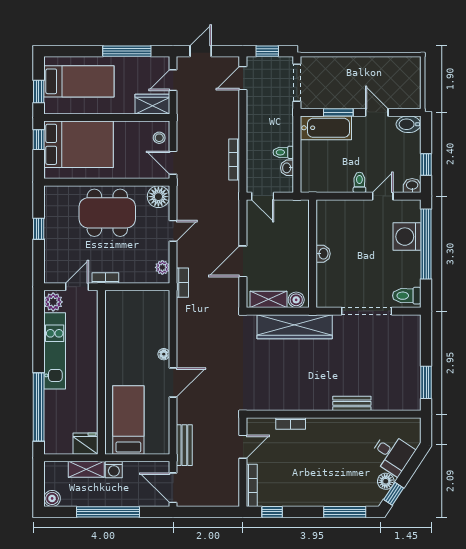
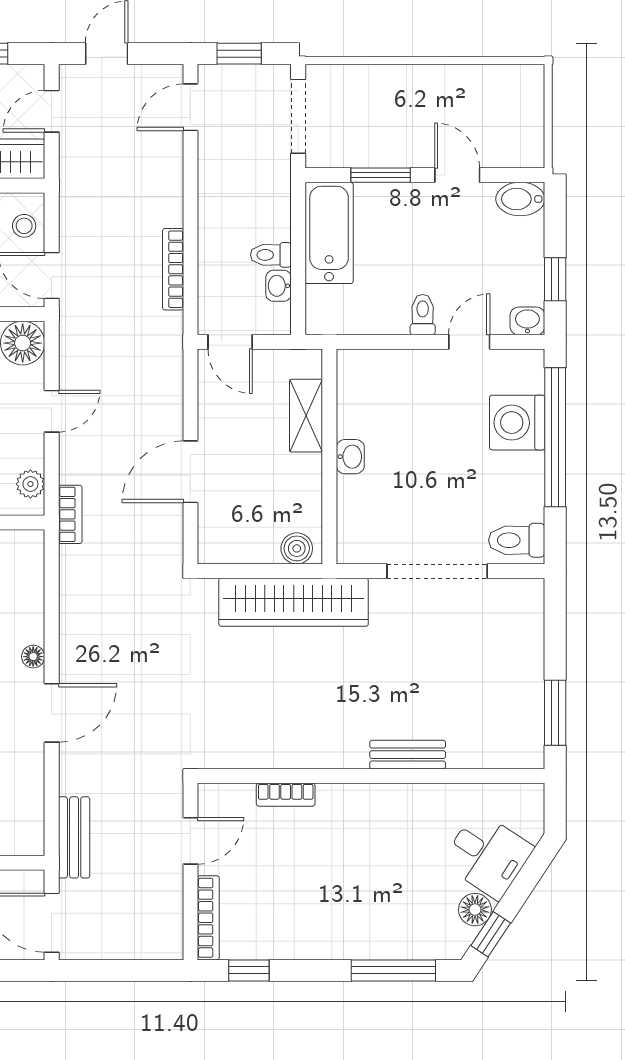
bathtub: (326, 128) -> (329, 233), moved, turned -90
shelving: (269, 299) -> (306, 416), moved, turned 90

